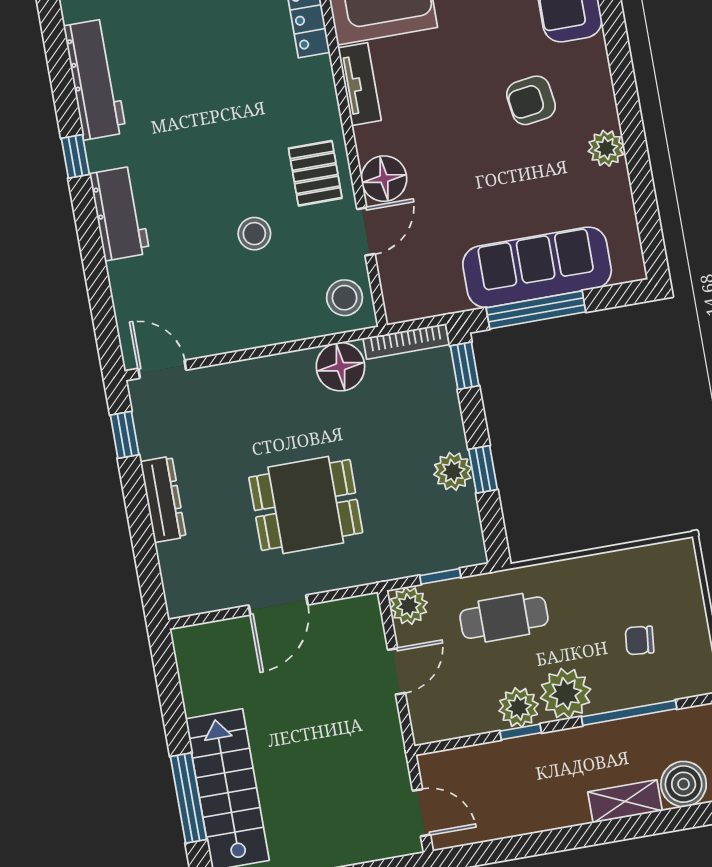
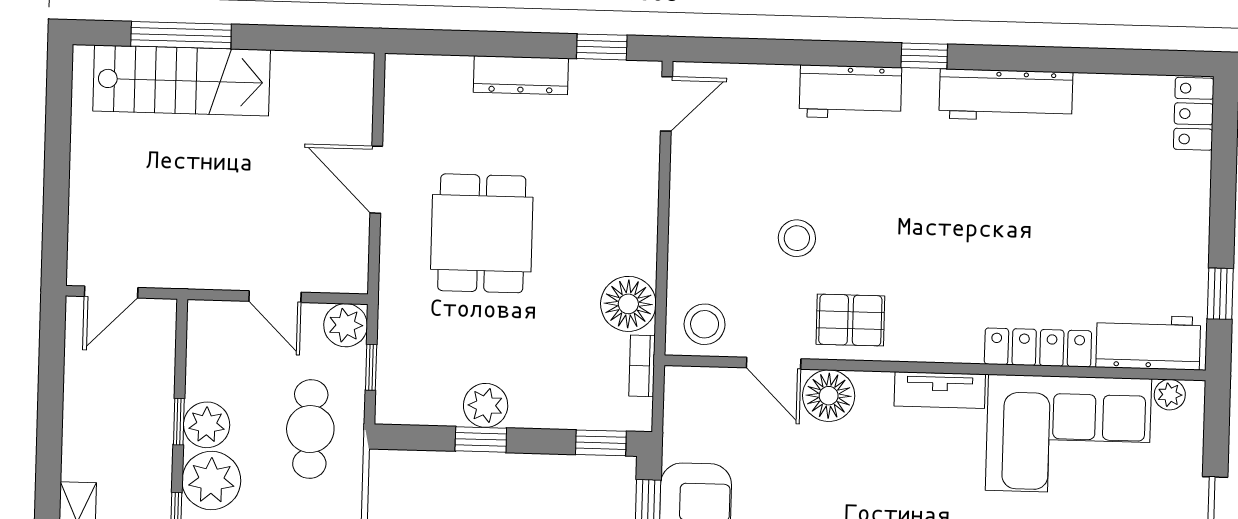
bookcase: (406, 341) -> (642, 366), width x0.64

